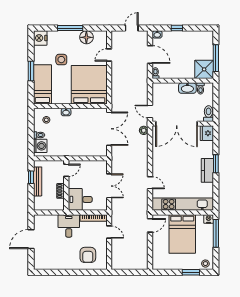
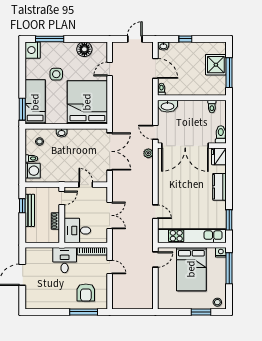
window: (70, 28) -> (50, 39), moved
shower: (204, 69) -> (216, 65), moved
window: (31, 71) -> (22, 109), moved
washbasin: (187, 88) -> (167, 106), moved
door: (88, 158) -> (86, 185), added
window: (216, 164) -> (229, 220), moved
kitchen counter: (207, 170) -> (219, 187), moved
window: (86, 272) -> (84, 312), added

